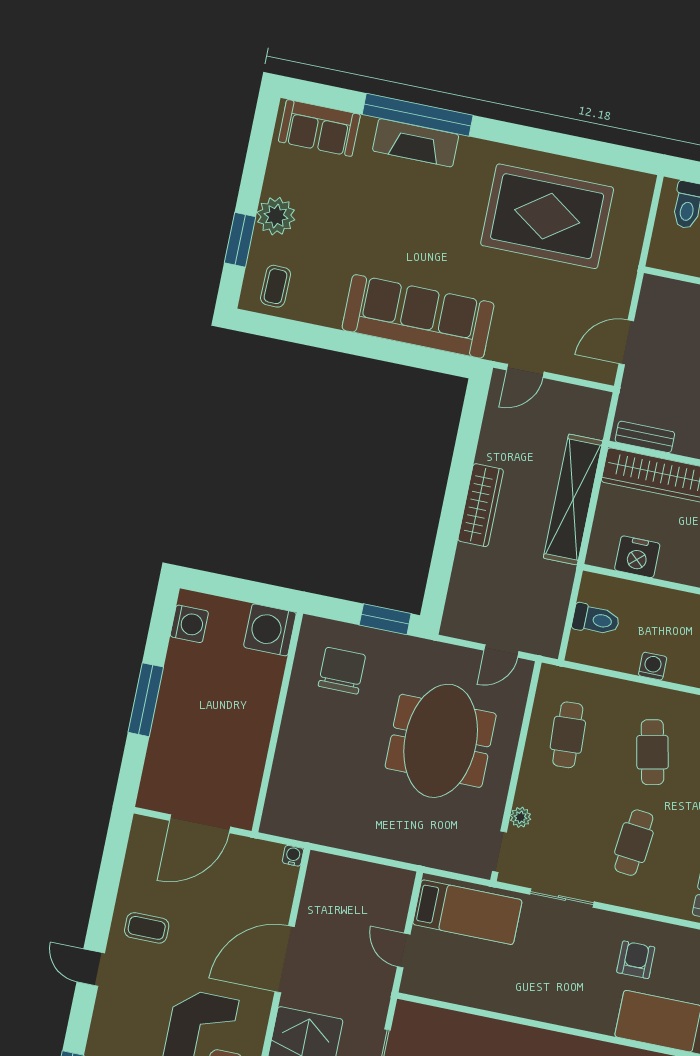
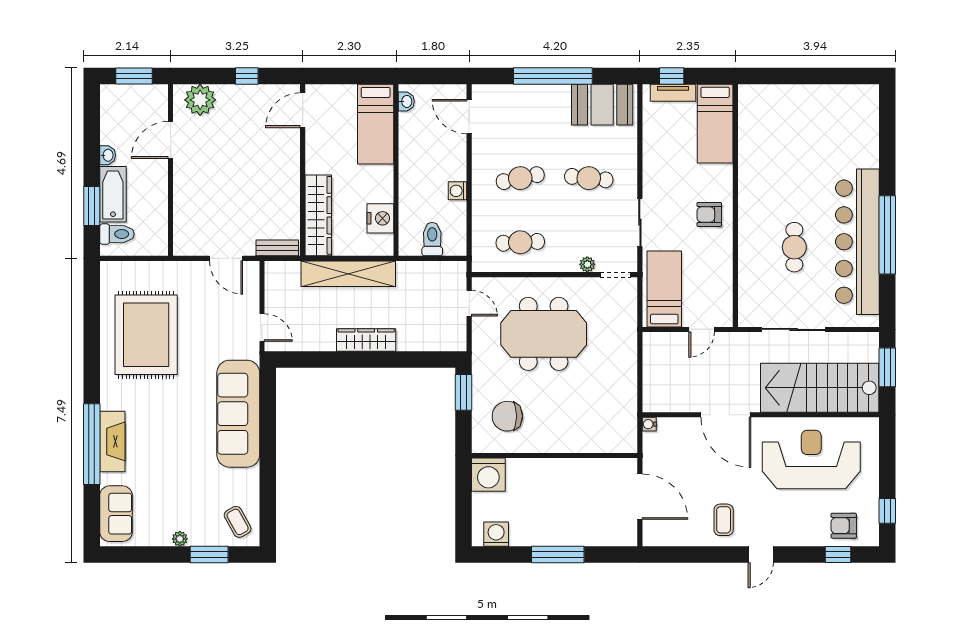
plant: (276, 216) -> (180, 539), width x0.53, depth x0.53
coffee table: (276, 286) -> (238, 522), turned 60
bench: (645, 437) -> (277, 248), moved, turned 90
armchair: (636, 960) -> (709, 214), moved

